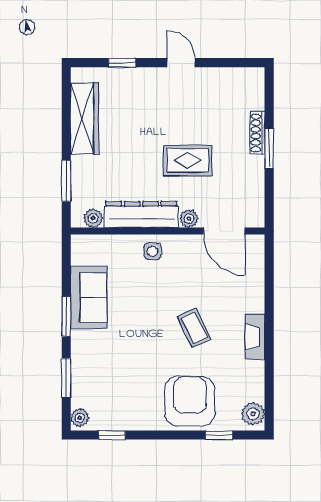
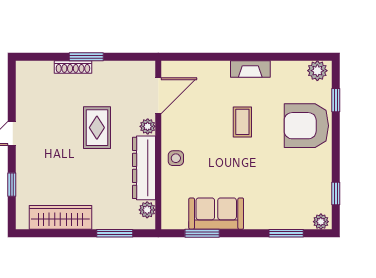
window: (66, 317) -> (202, 233), moved
coffee table: (194, 328) -> (242, 122), turned -64

